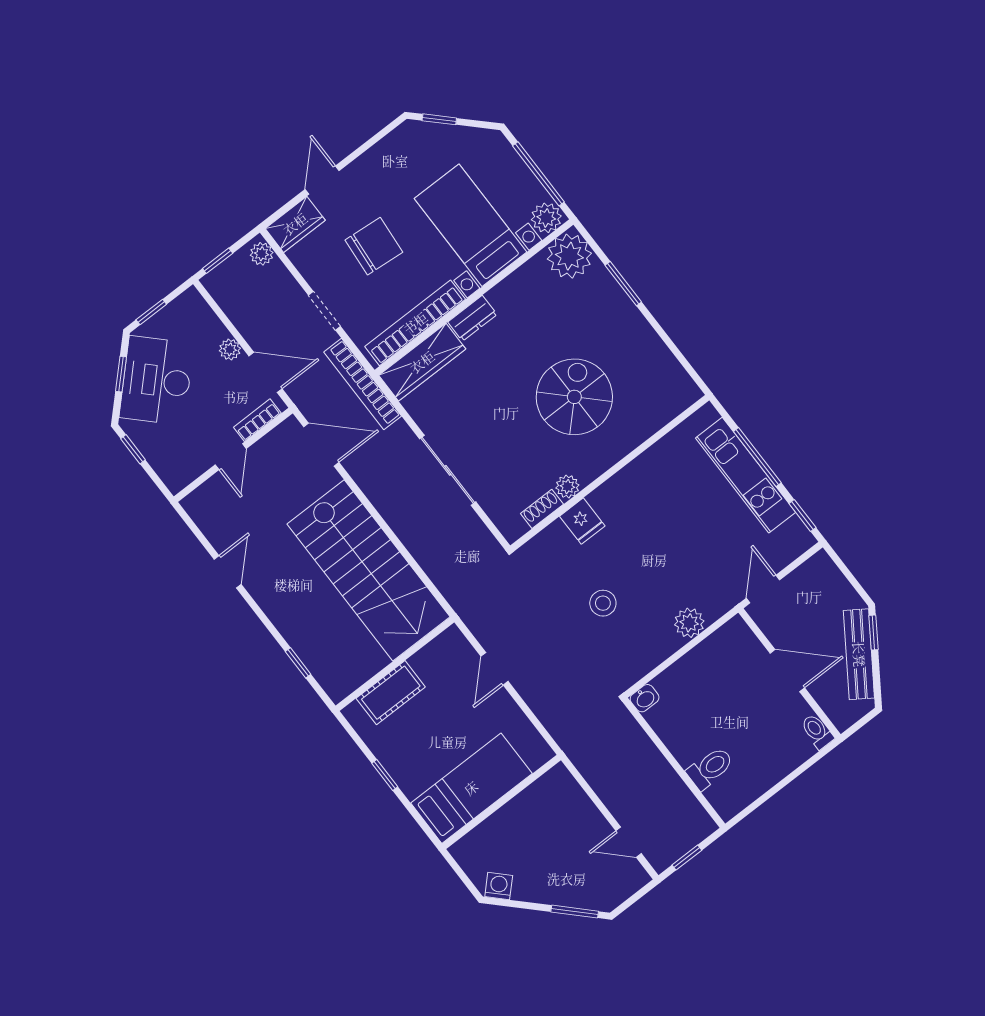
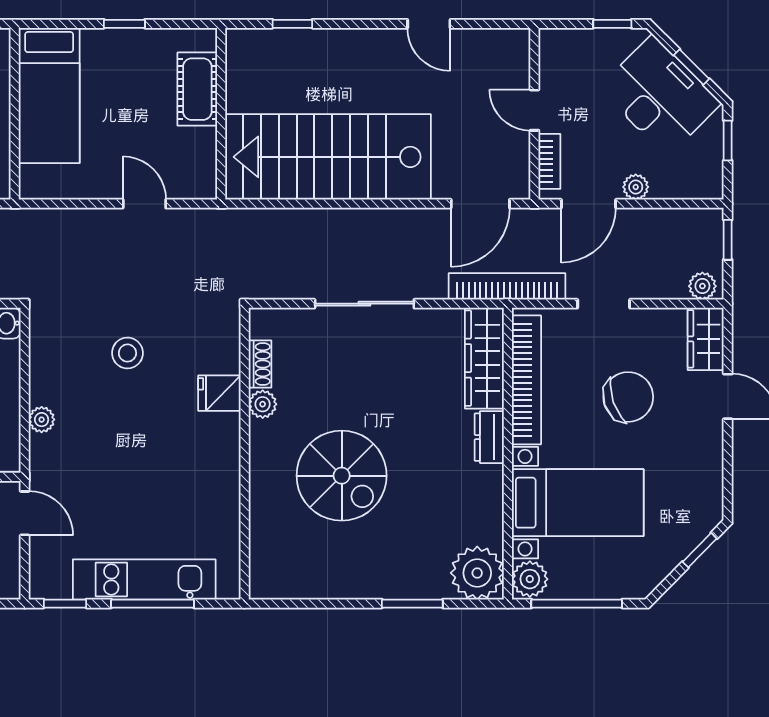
chair: (374, 246) -> (628, 397), turned -114
plant: (689, 623) -> (42, 420), width x0.73, depth x0.73

